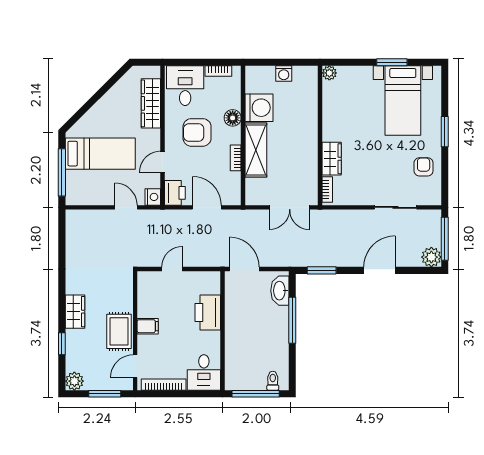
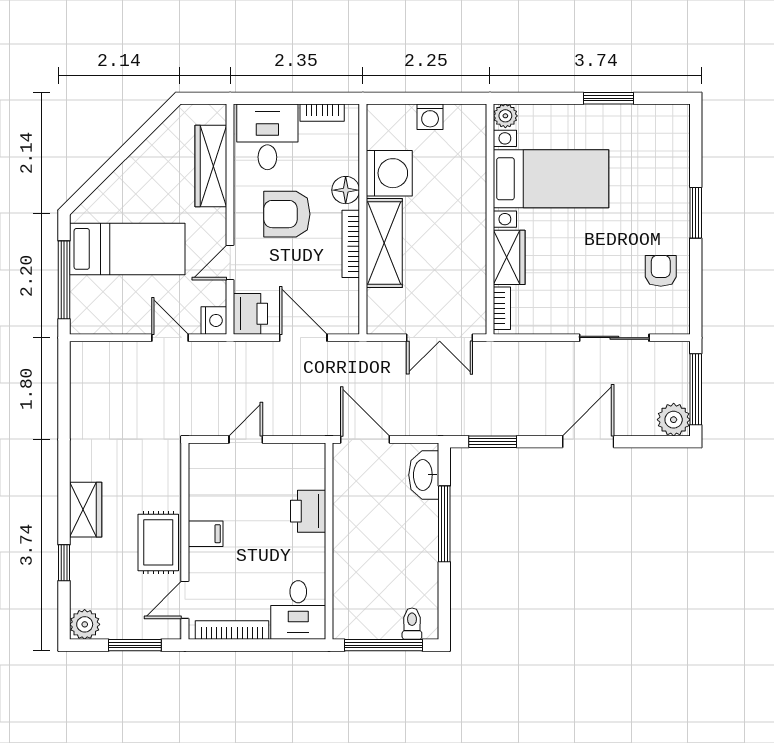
bed with nightstands: (403, 101) -> (551, 179), moved, turned -90
bookcase: (236, 158) -> (351, 244), width x1.56
printer: (208, 313) -> (308, 511), width x0.73, depth x0.84

